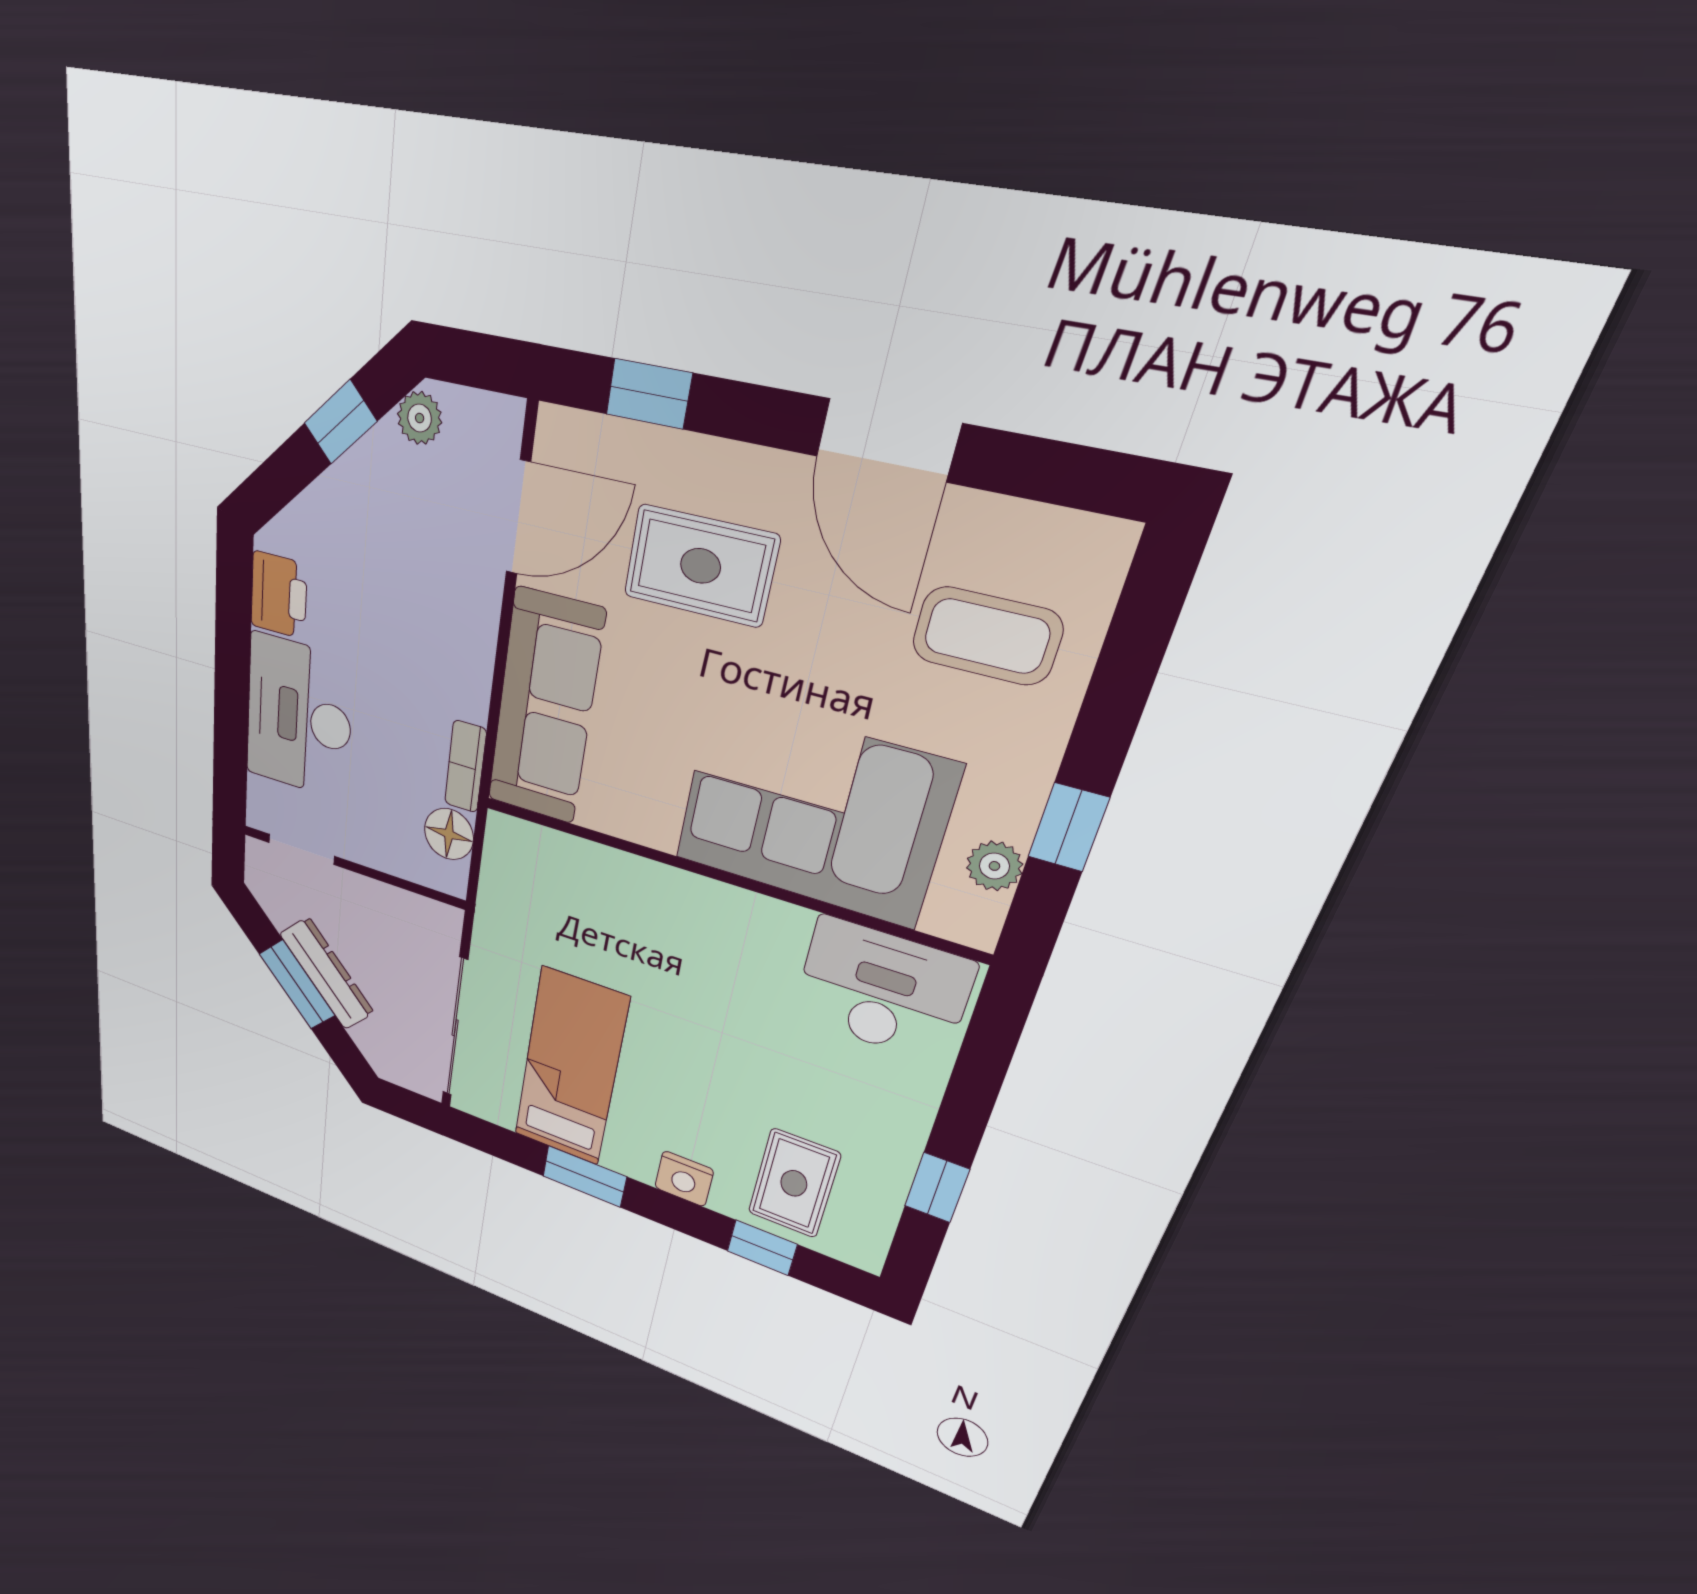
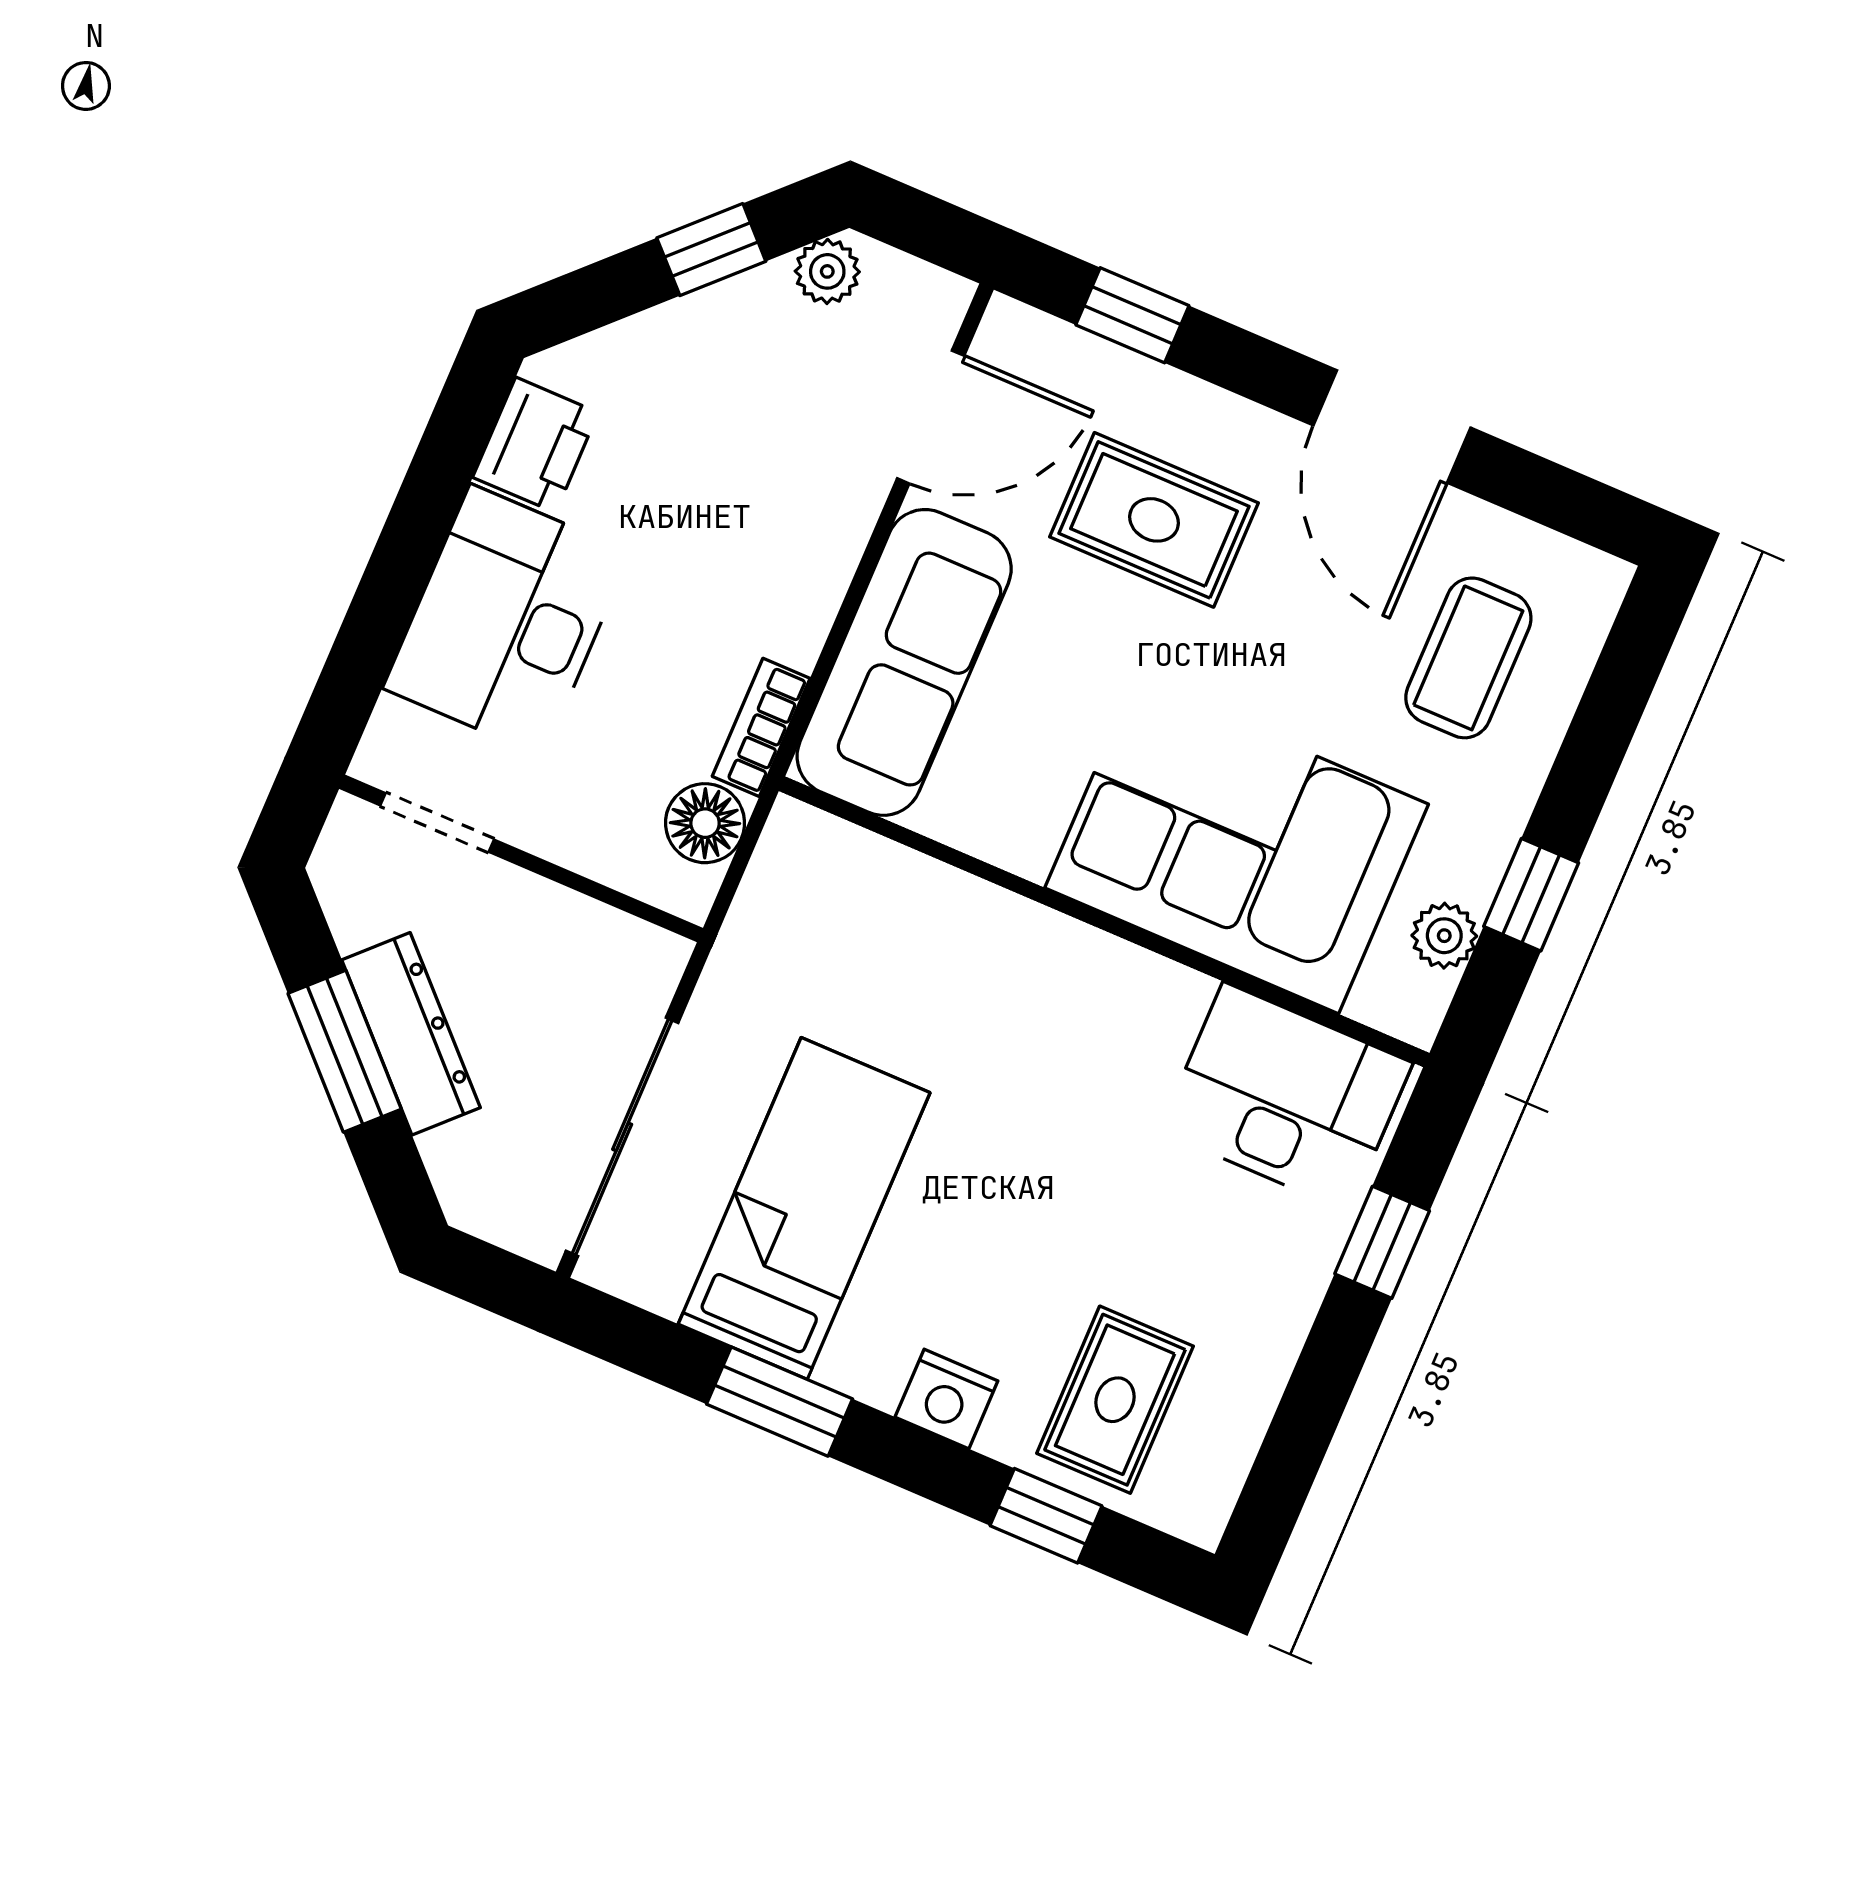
coffee table: (987, 636) -> (1468, 658), turned 90
window: (937, 1188) -> (1382, 1242), moved

